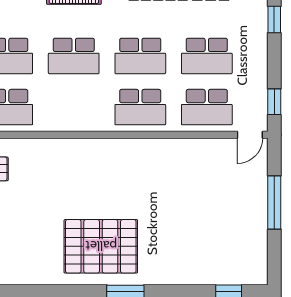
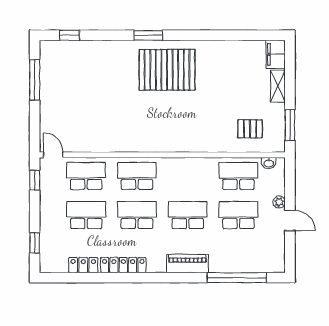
door: (250, 135) -> (53, 155), hinge flipped
window: (274, 203) -> (35, 80), moved

